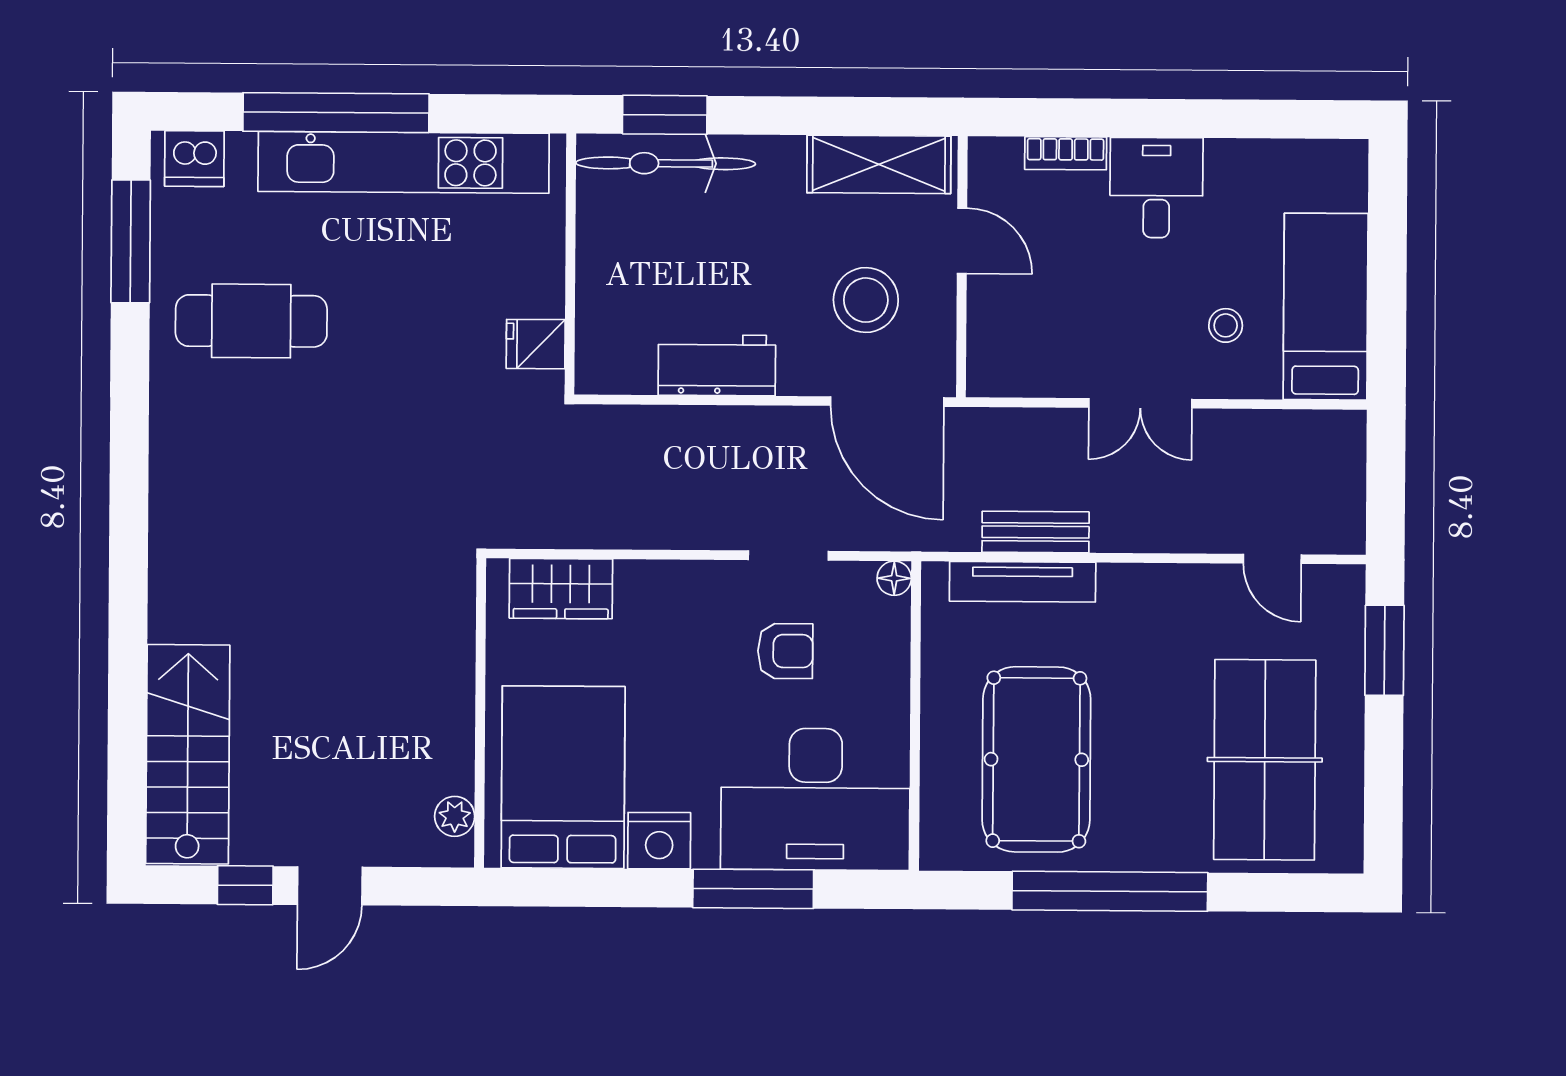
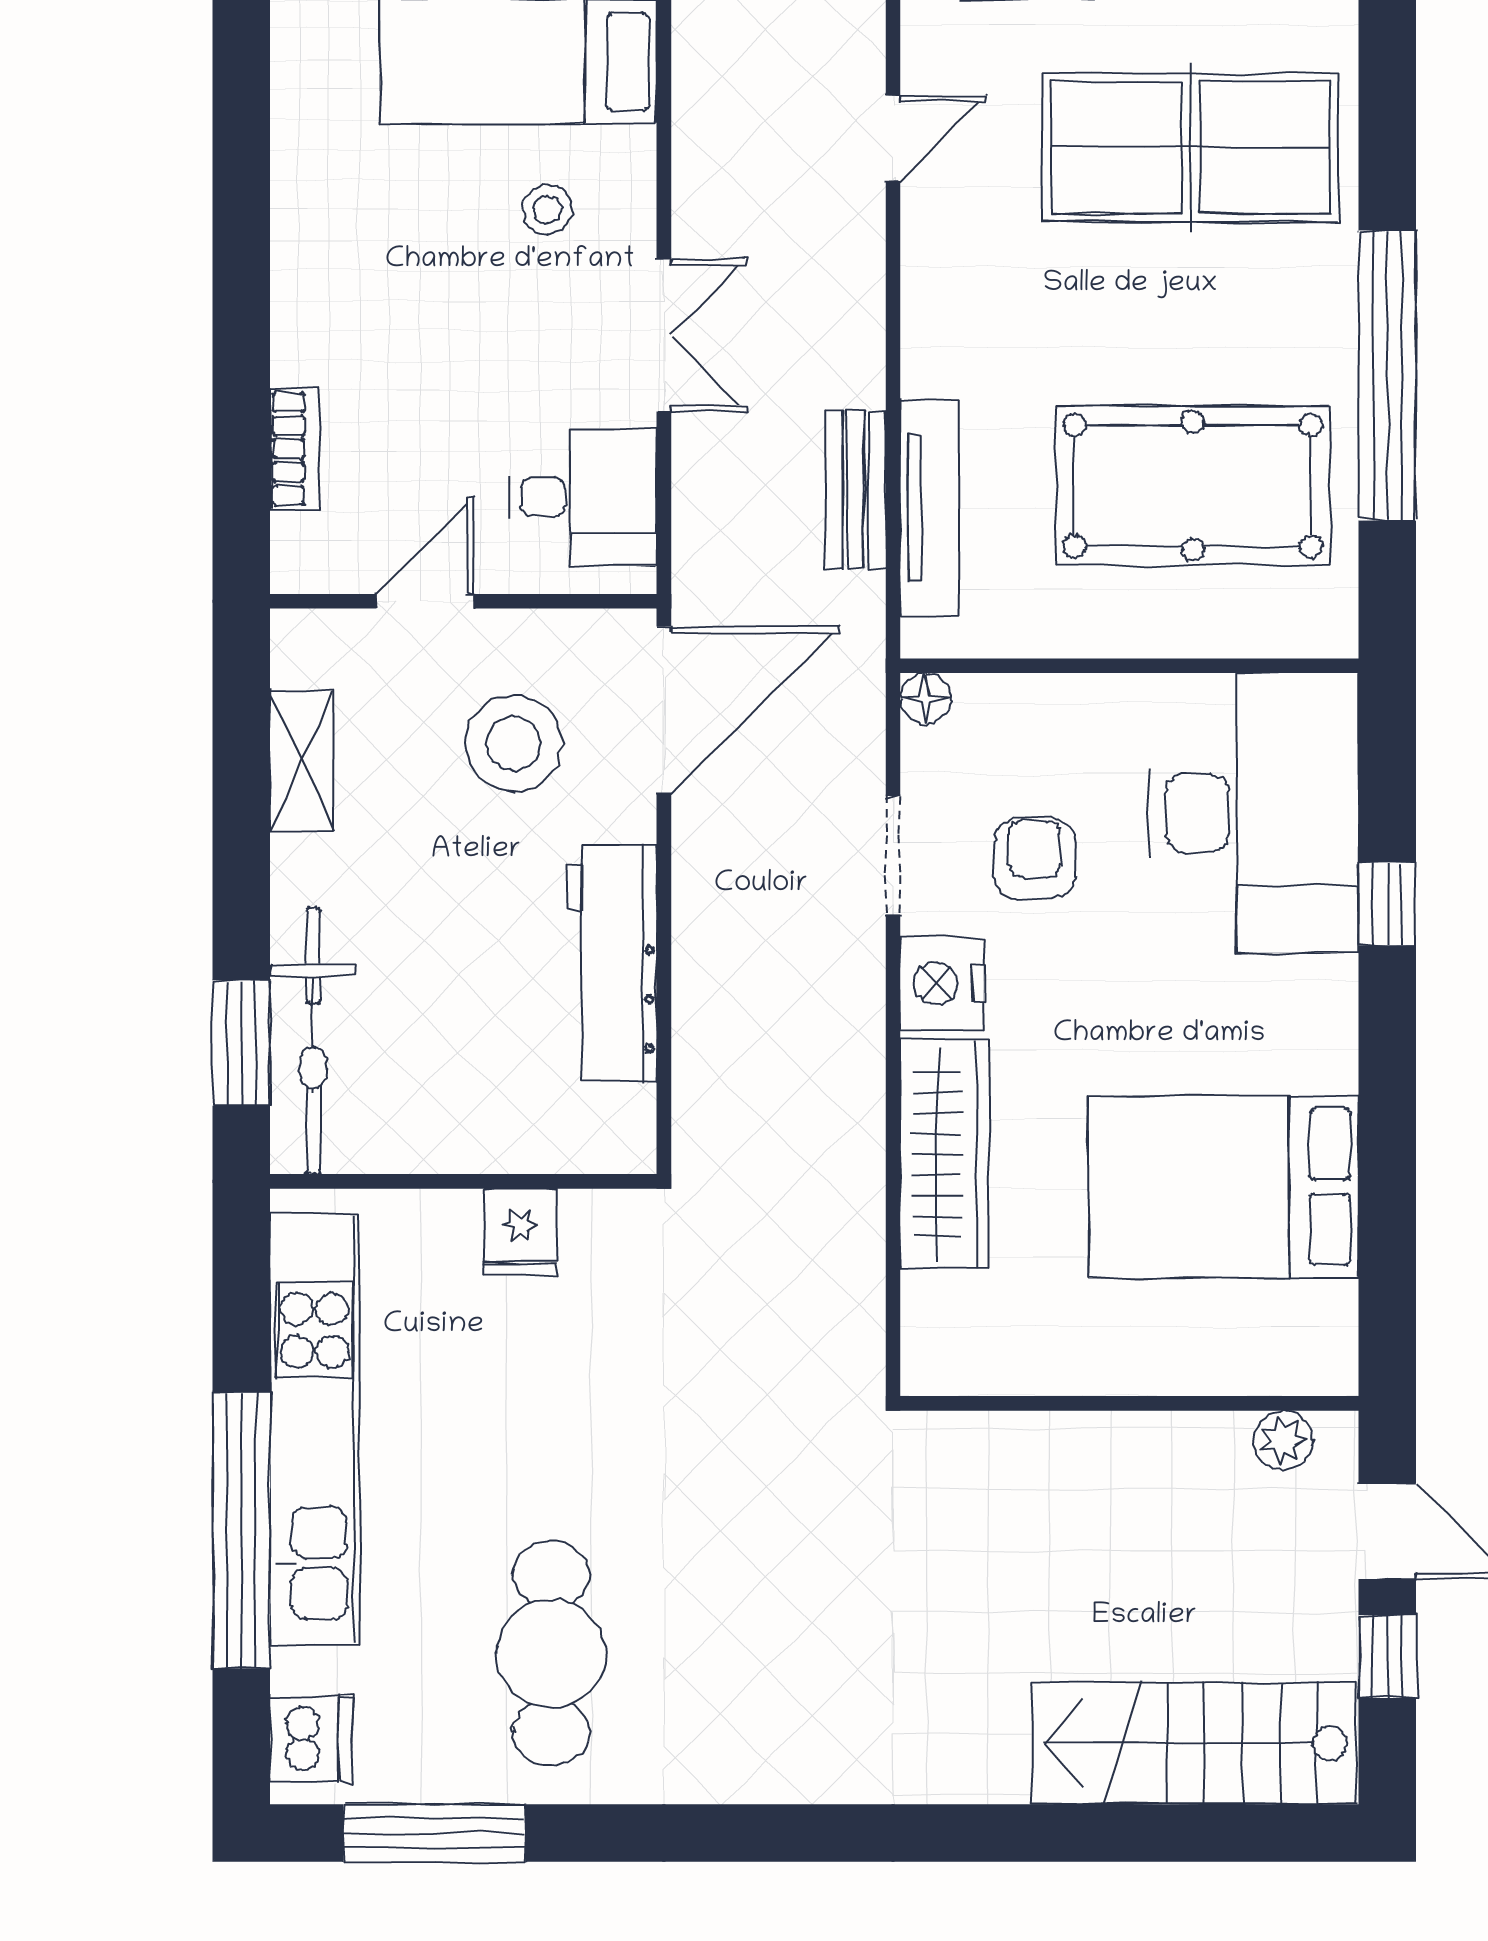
shelving: (879, 164) -> (302, 761), width x0.67, depth x0.75
desk: (1156, 188) -> (583, 497), moved, turned 180
fridge: (536, 344) -> (520, 1232), moved
workbench: (717, 365) -> (612, 963), width x1.38
wardrobe: (561, 589) -> (944, 1154), width x1.50
wall: (480, 713) -> (1129, 1403), moved
plant: (455, 816) -> (1283, 1440), moved
nightstand: (659, 841) -> (942, 983), moved, turned 180
window: (753, 889) -> (1387, 904), width x0.46

